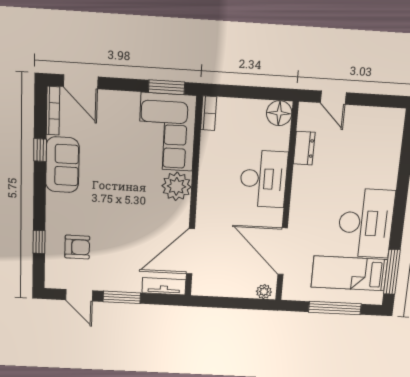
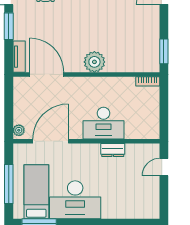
floor lamp: (279, 113) -> (151, 130), removed
corner sofa: (167, 132) -> (133, 53), removed
dresser: (304, 148) -> (113, 150), moved

